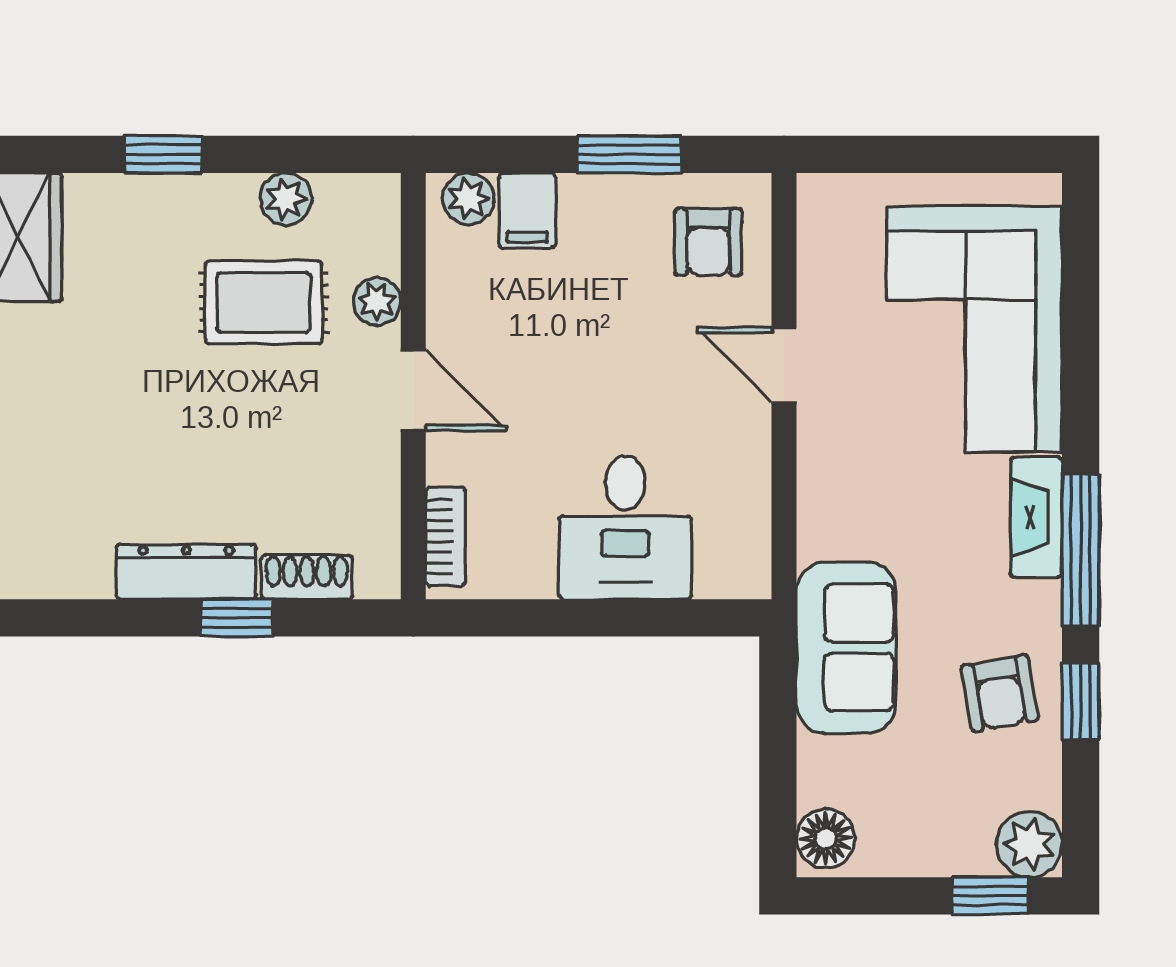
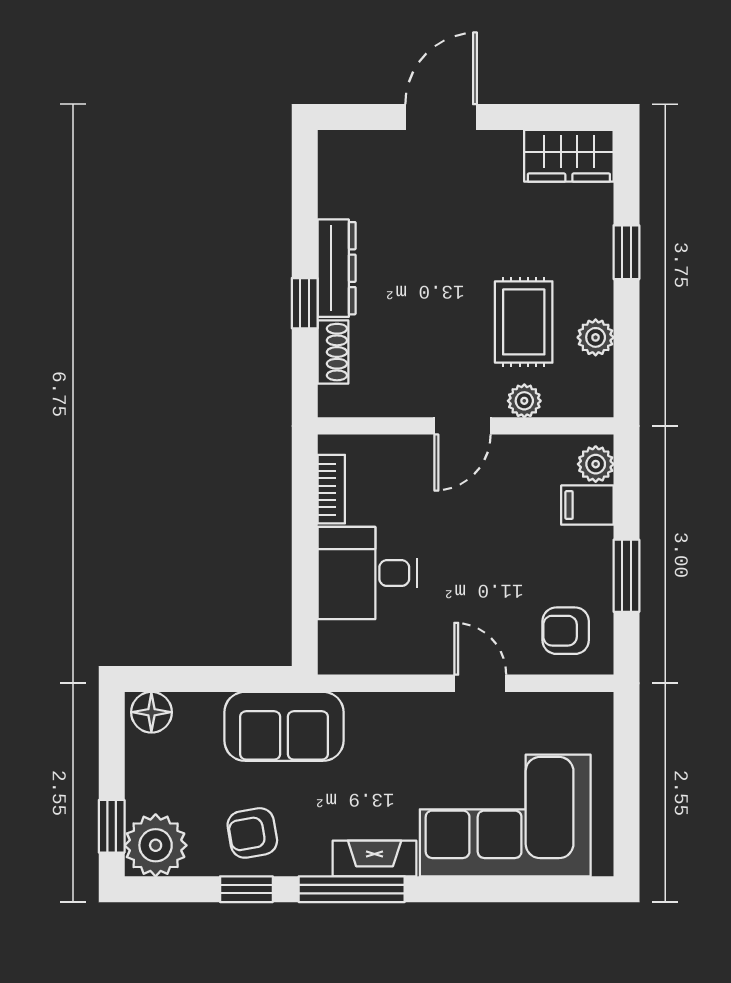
door: (784, 365) -> (480, 683), hinge flipped
bookcase: (445, 536) -> (331, 489), moved, turned -90
plant: (1029, 844) -> (156, 845), width x1.36, depth x1.36

